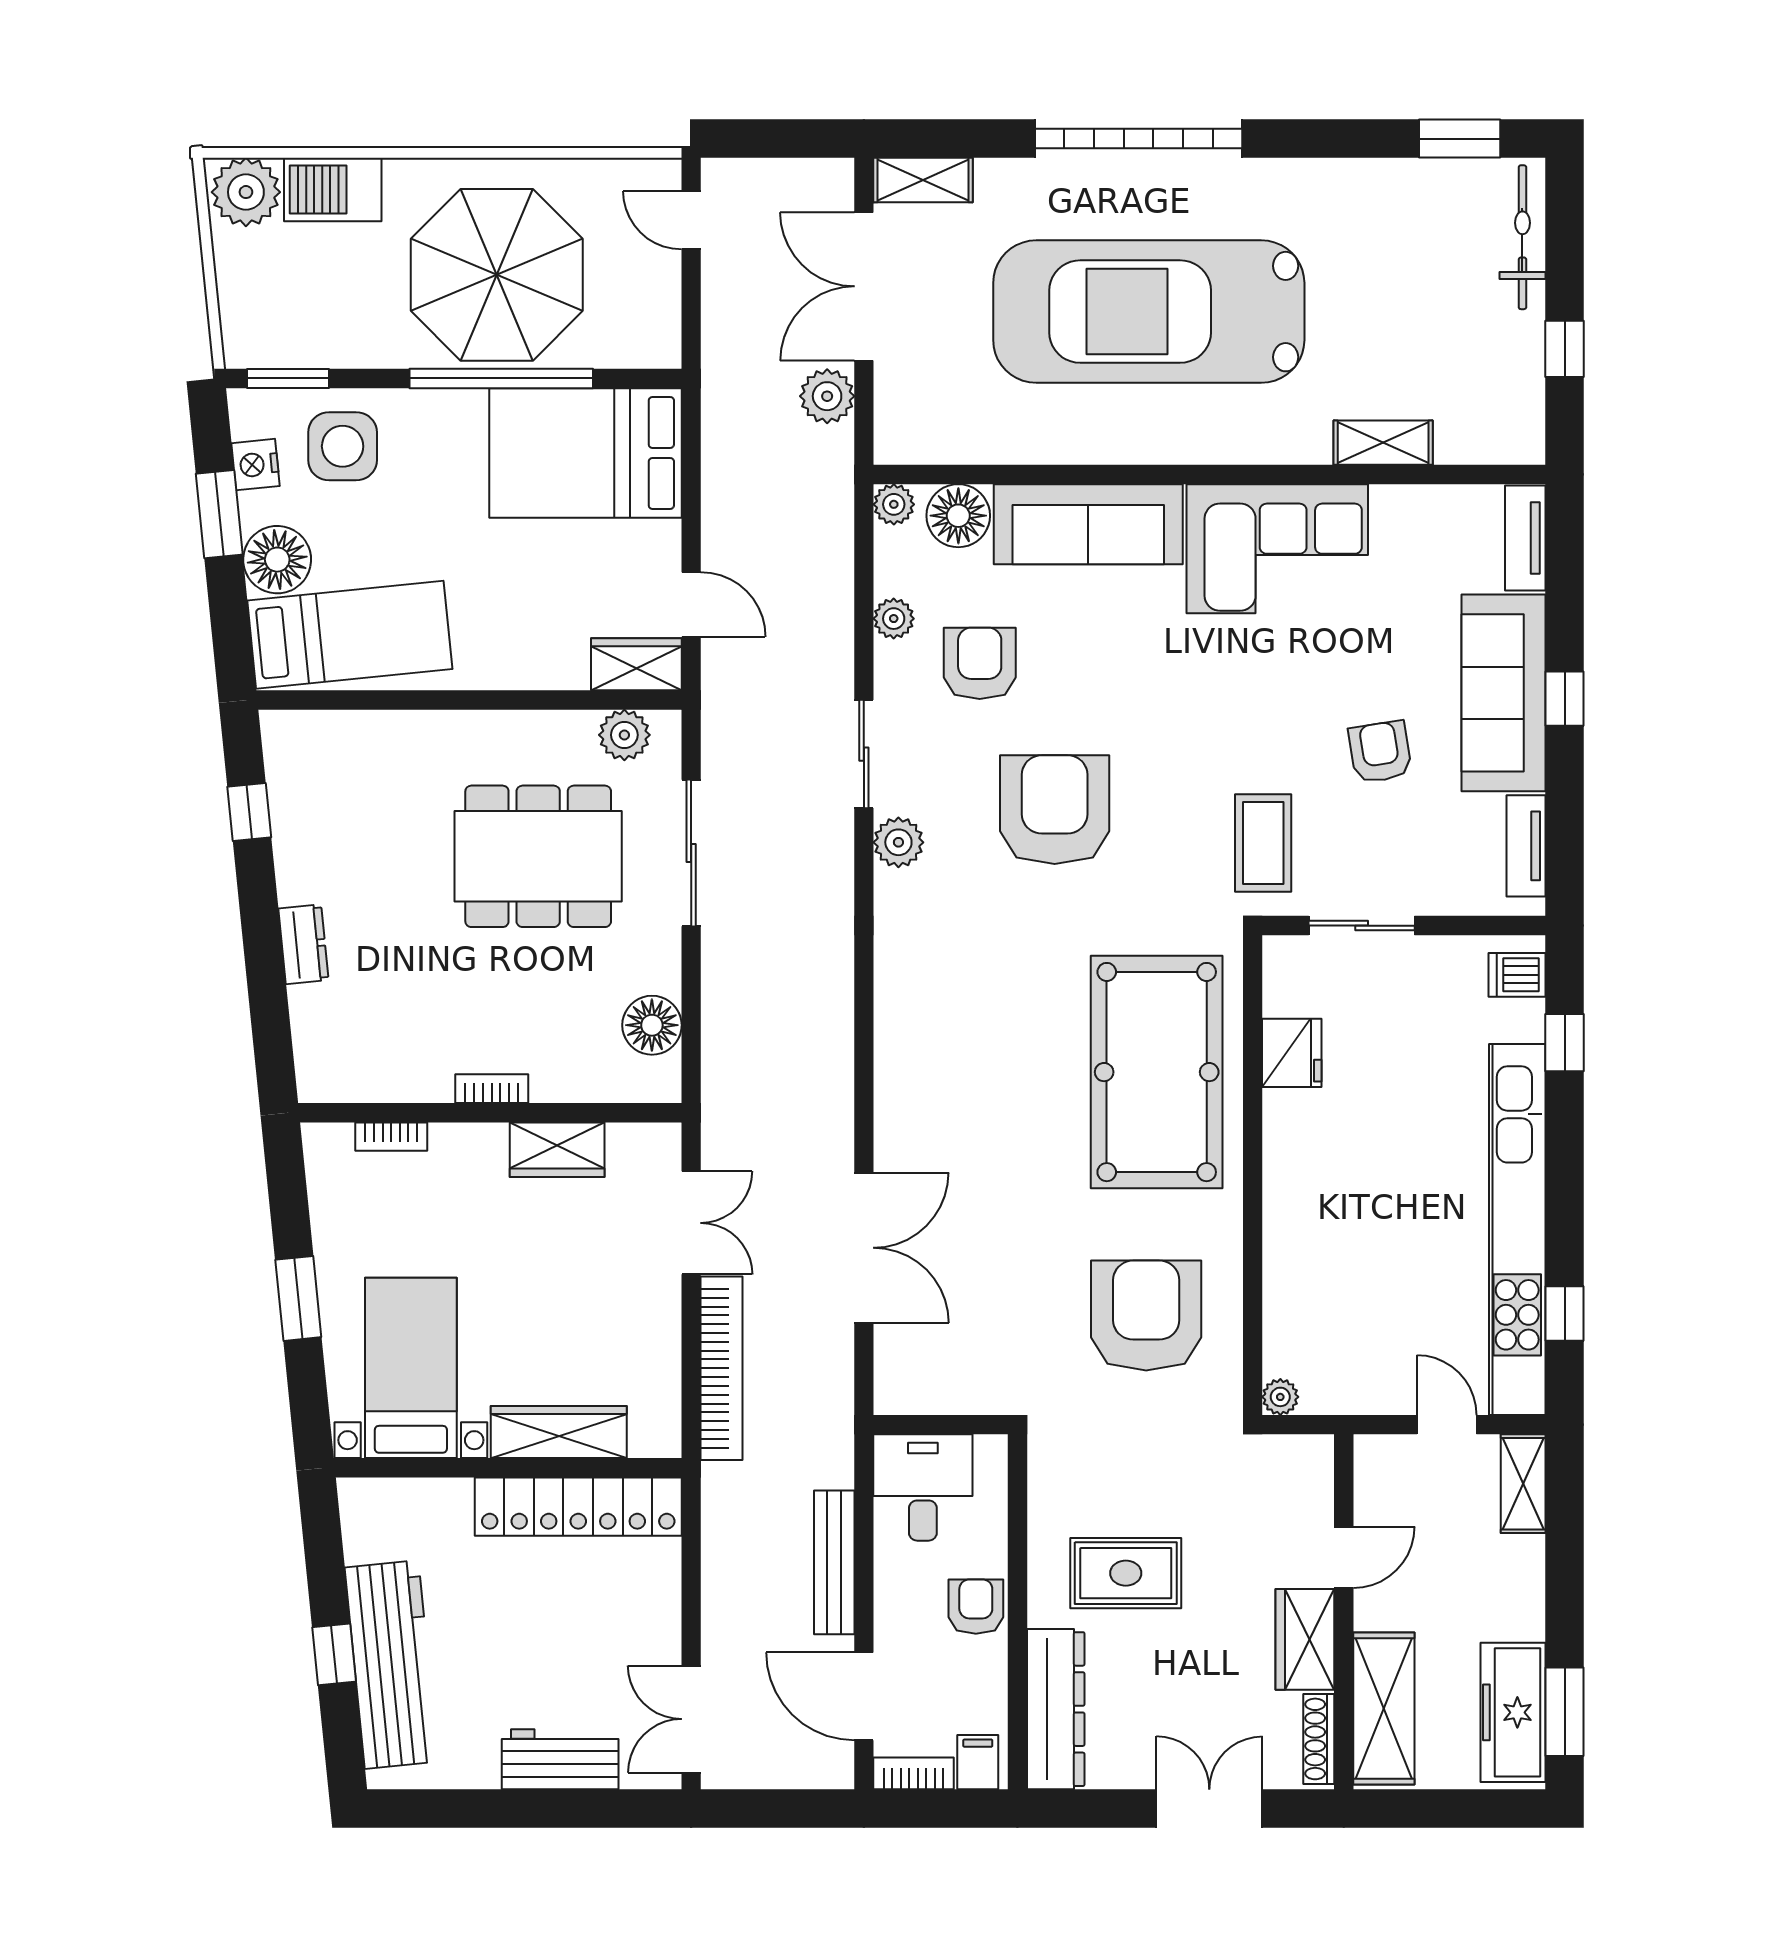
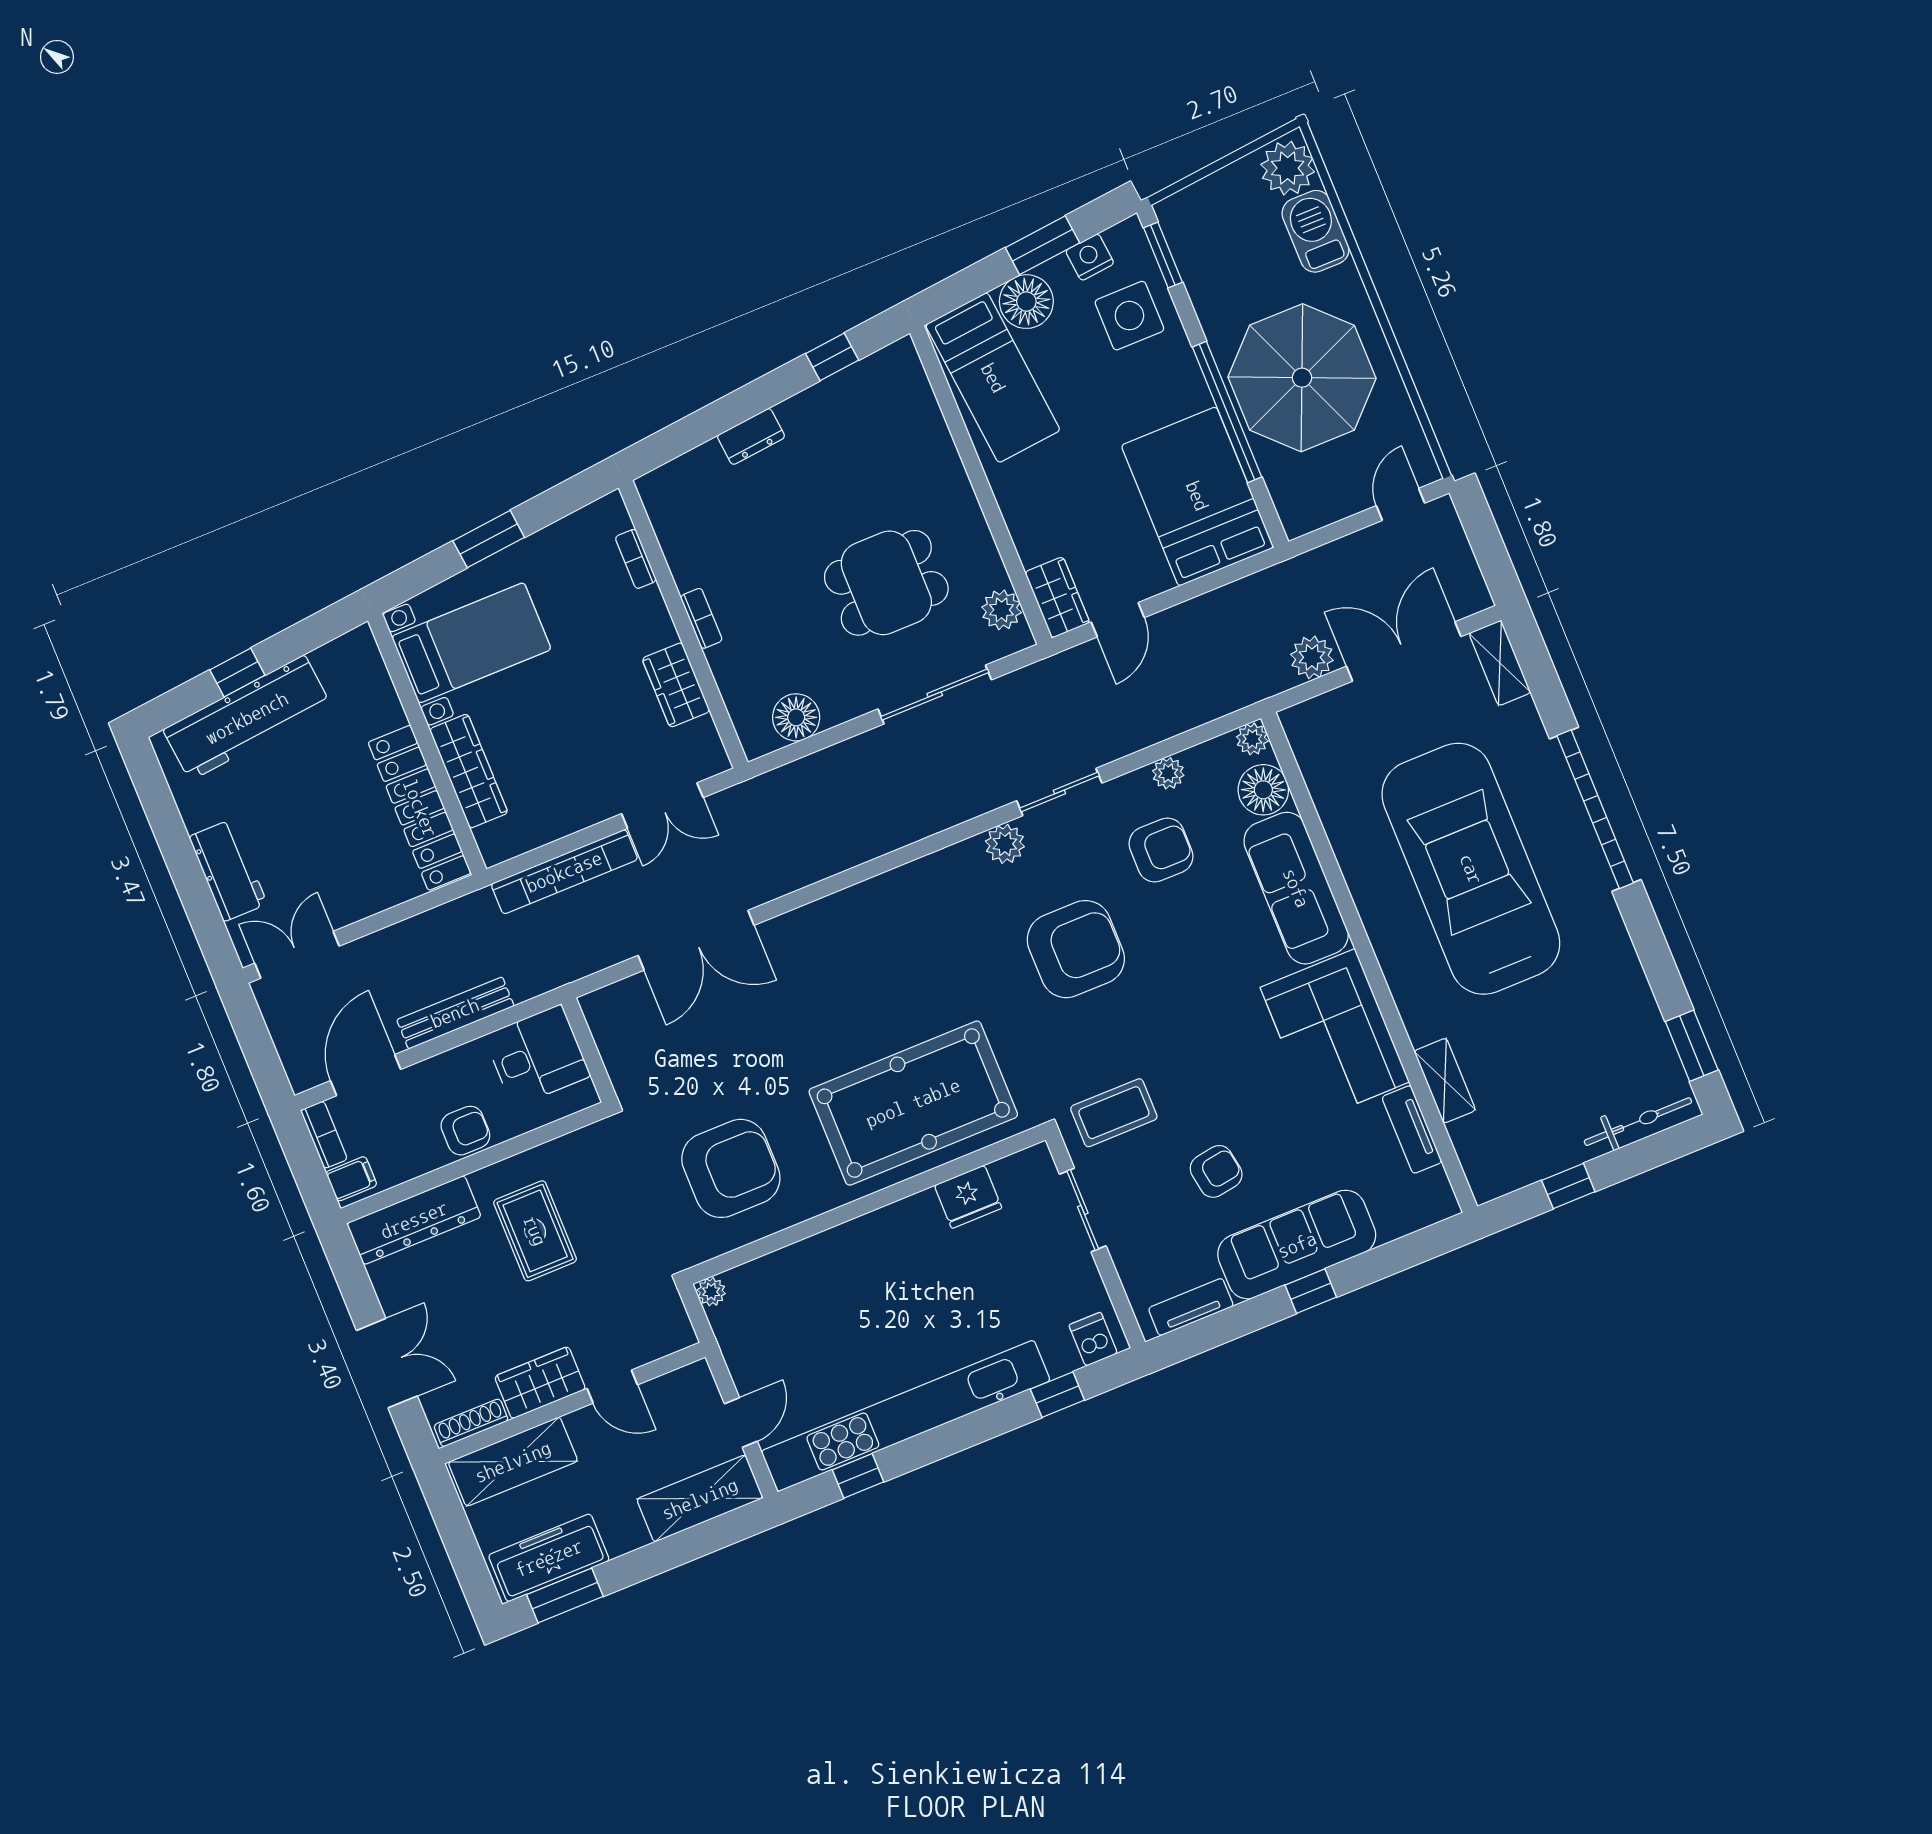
tv unit: (1525, 538) -> (1412, 1130), moved, turned -90
dining table: (538, 856) -> (886, 583), width x0.73
shelving: (1523, 1484) -> (700, 1499), width x1.50, depth x1.33

